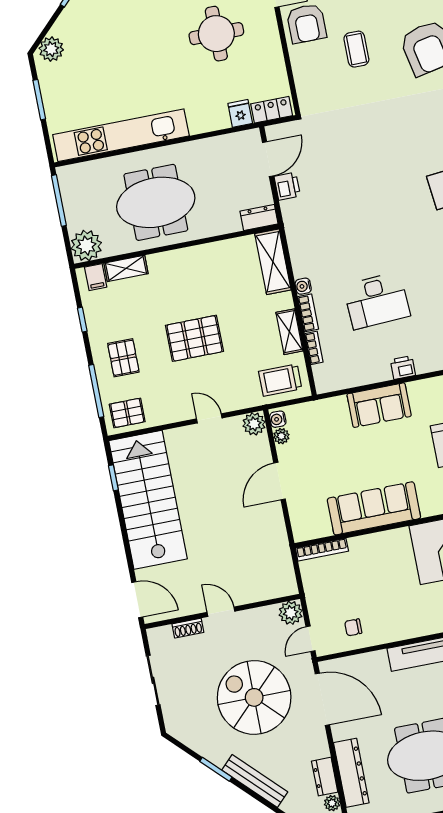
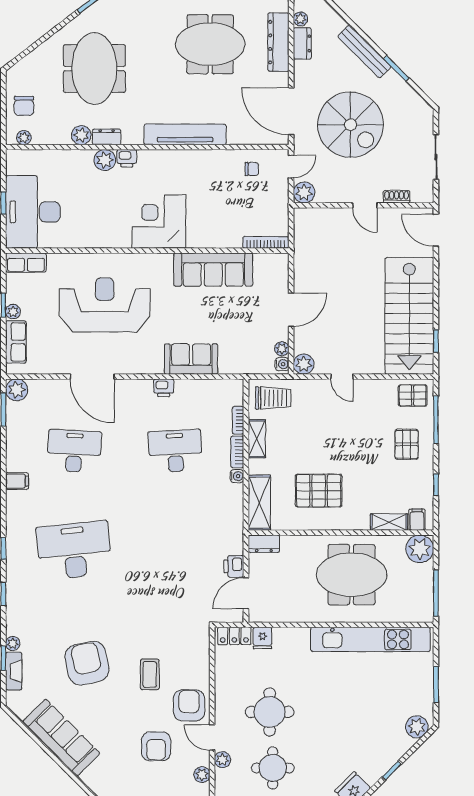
pallet: (194, 338) -> (319, 491), moved

